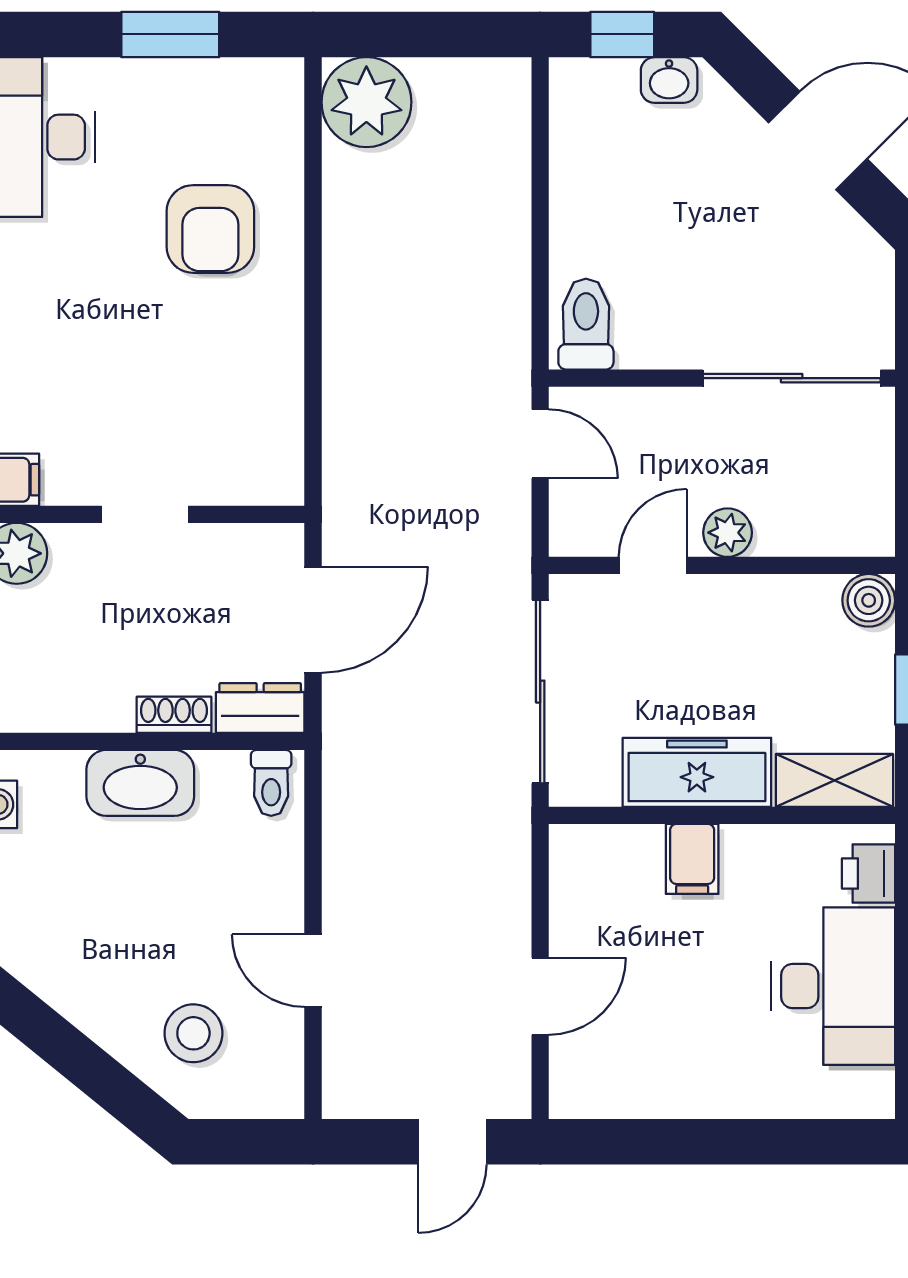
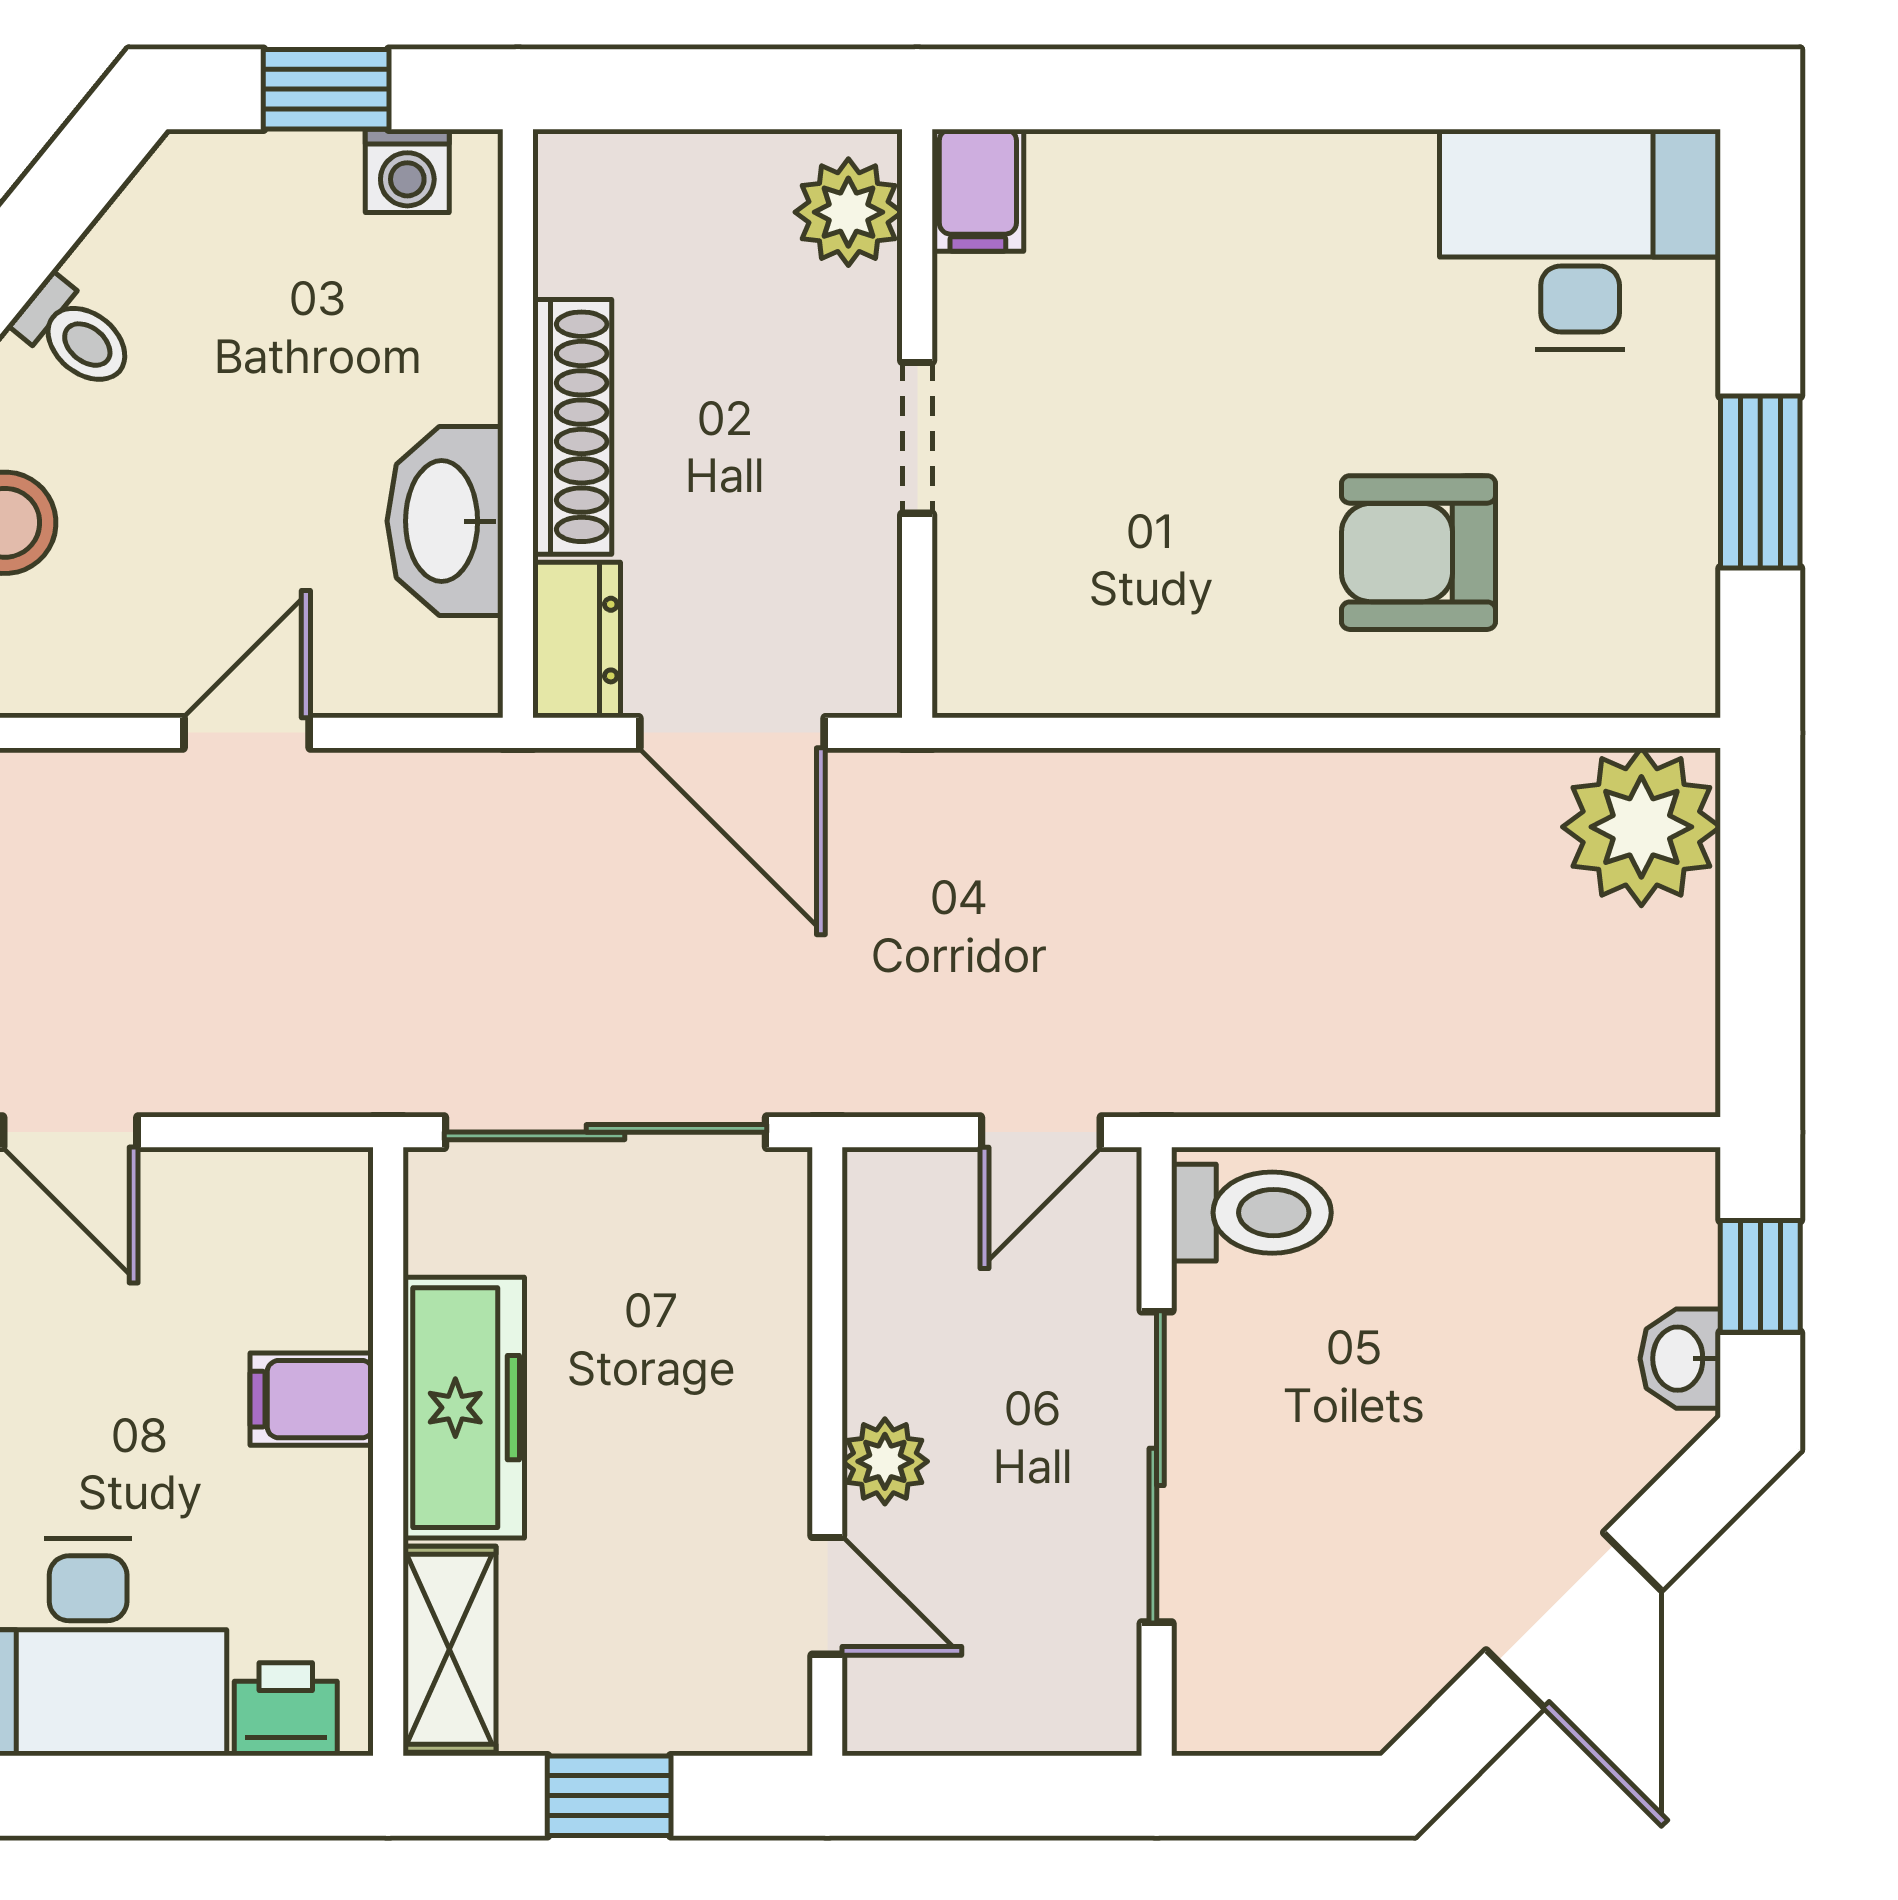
sliding door: (792, 378) -> (1157, 1467), moved
door: (653, 565) -> (827, 1596), moved
boiler: (869, 600) -> (766, 1709), removed
shoe rack: (174, 715) -> (572, 427), width x1.94, depth x1.24
washbasin: (140, 783) -> (445, 521), moved
toilet: (271, 783) -> (75, 334), moved, turned -141
door: (313, 971) -> (247, 733), moved

